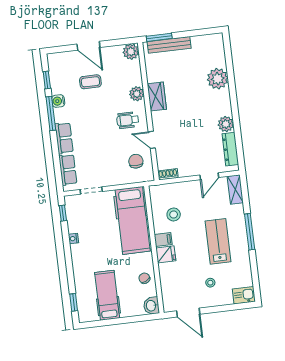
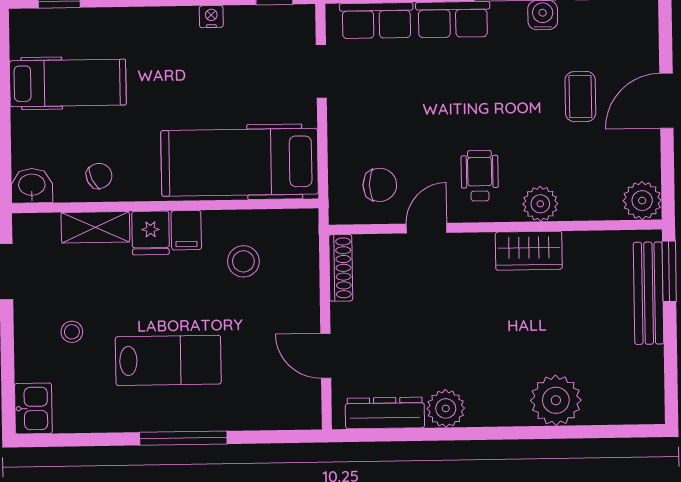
shoe rack: (168, 174) -> (341, 268), width x1.43
shelving: (235, 189) -> (95, 227), moved

